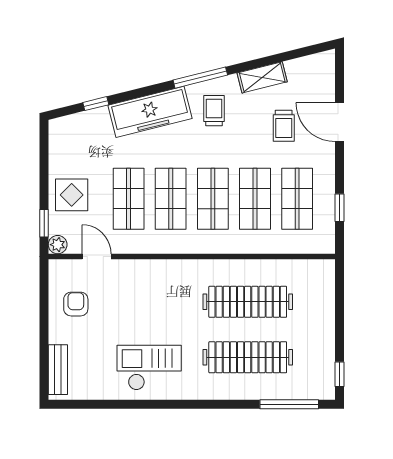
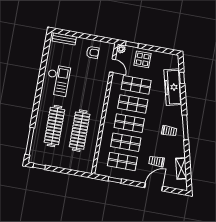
shelving: (262, 77) -> (181, 169), moved
freezer: (150, 112) -> (173, 87), moved
door: (97, 257) -> (113, 66), hinge flipped

